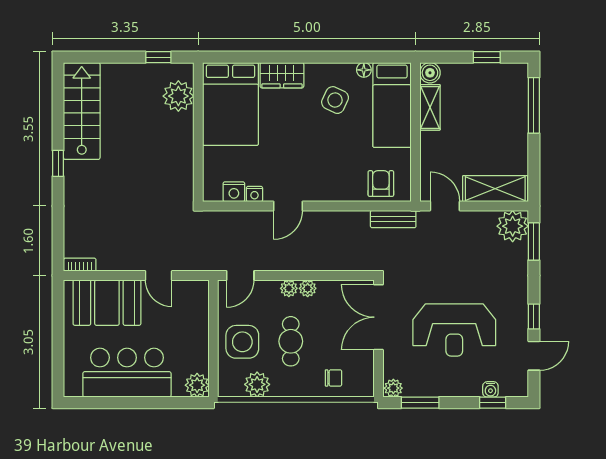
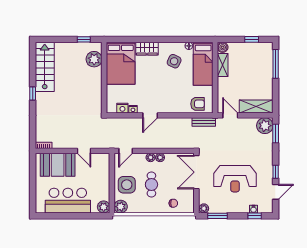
armchair: (381, 184) -> (198, 104), turned 90
plant: (257, 384) -> (121, 207), moved

